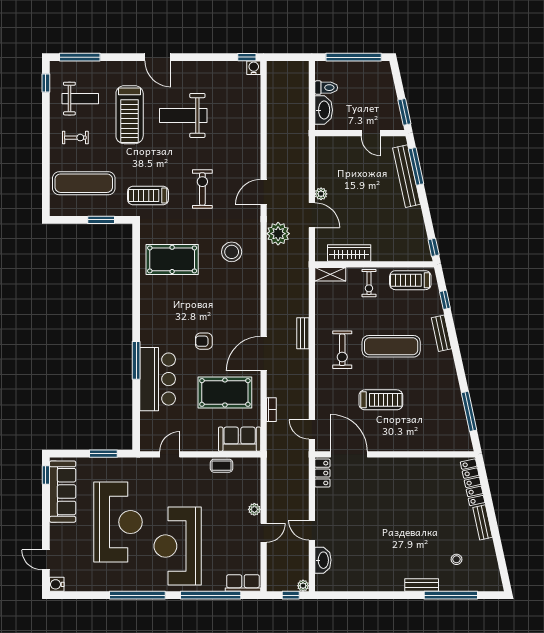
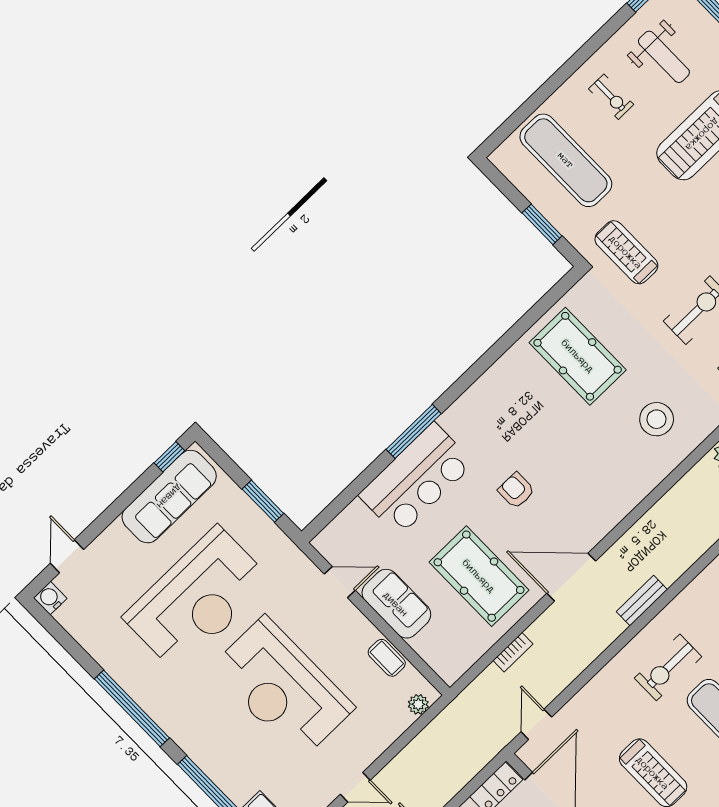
sofa: (240, 439) -> (396, 604), moved
plant: (254, 509) -> (418, 704), moved
reception desk: (178, 546) -> (282, 688), moved, turned -90

